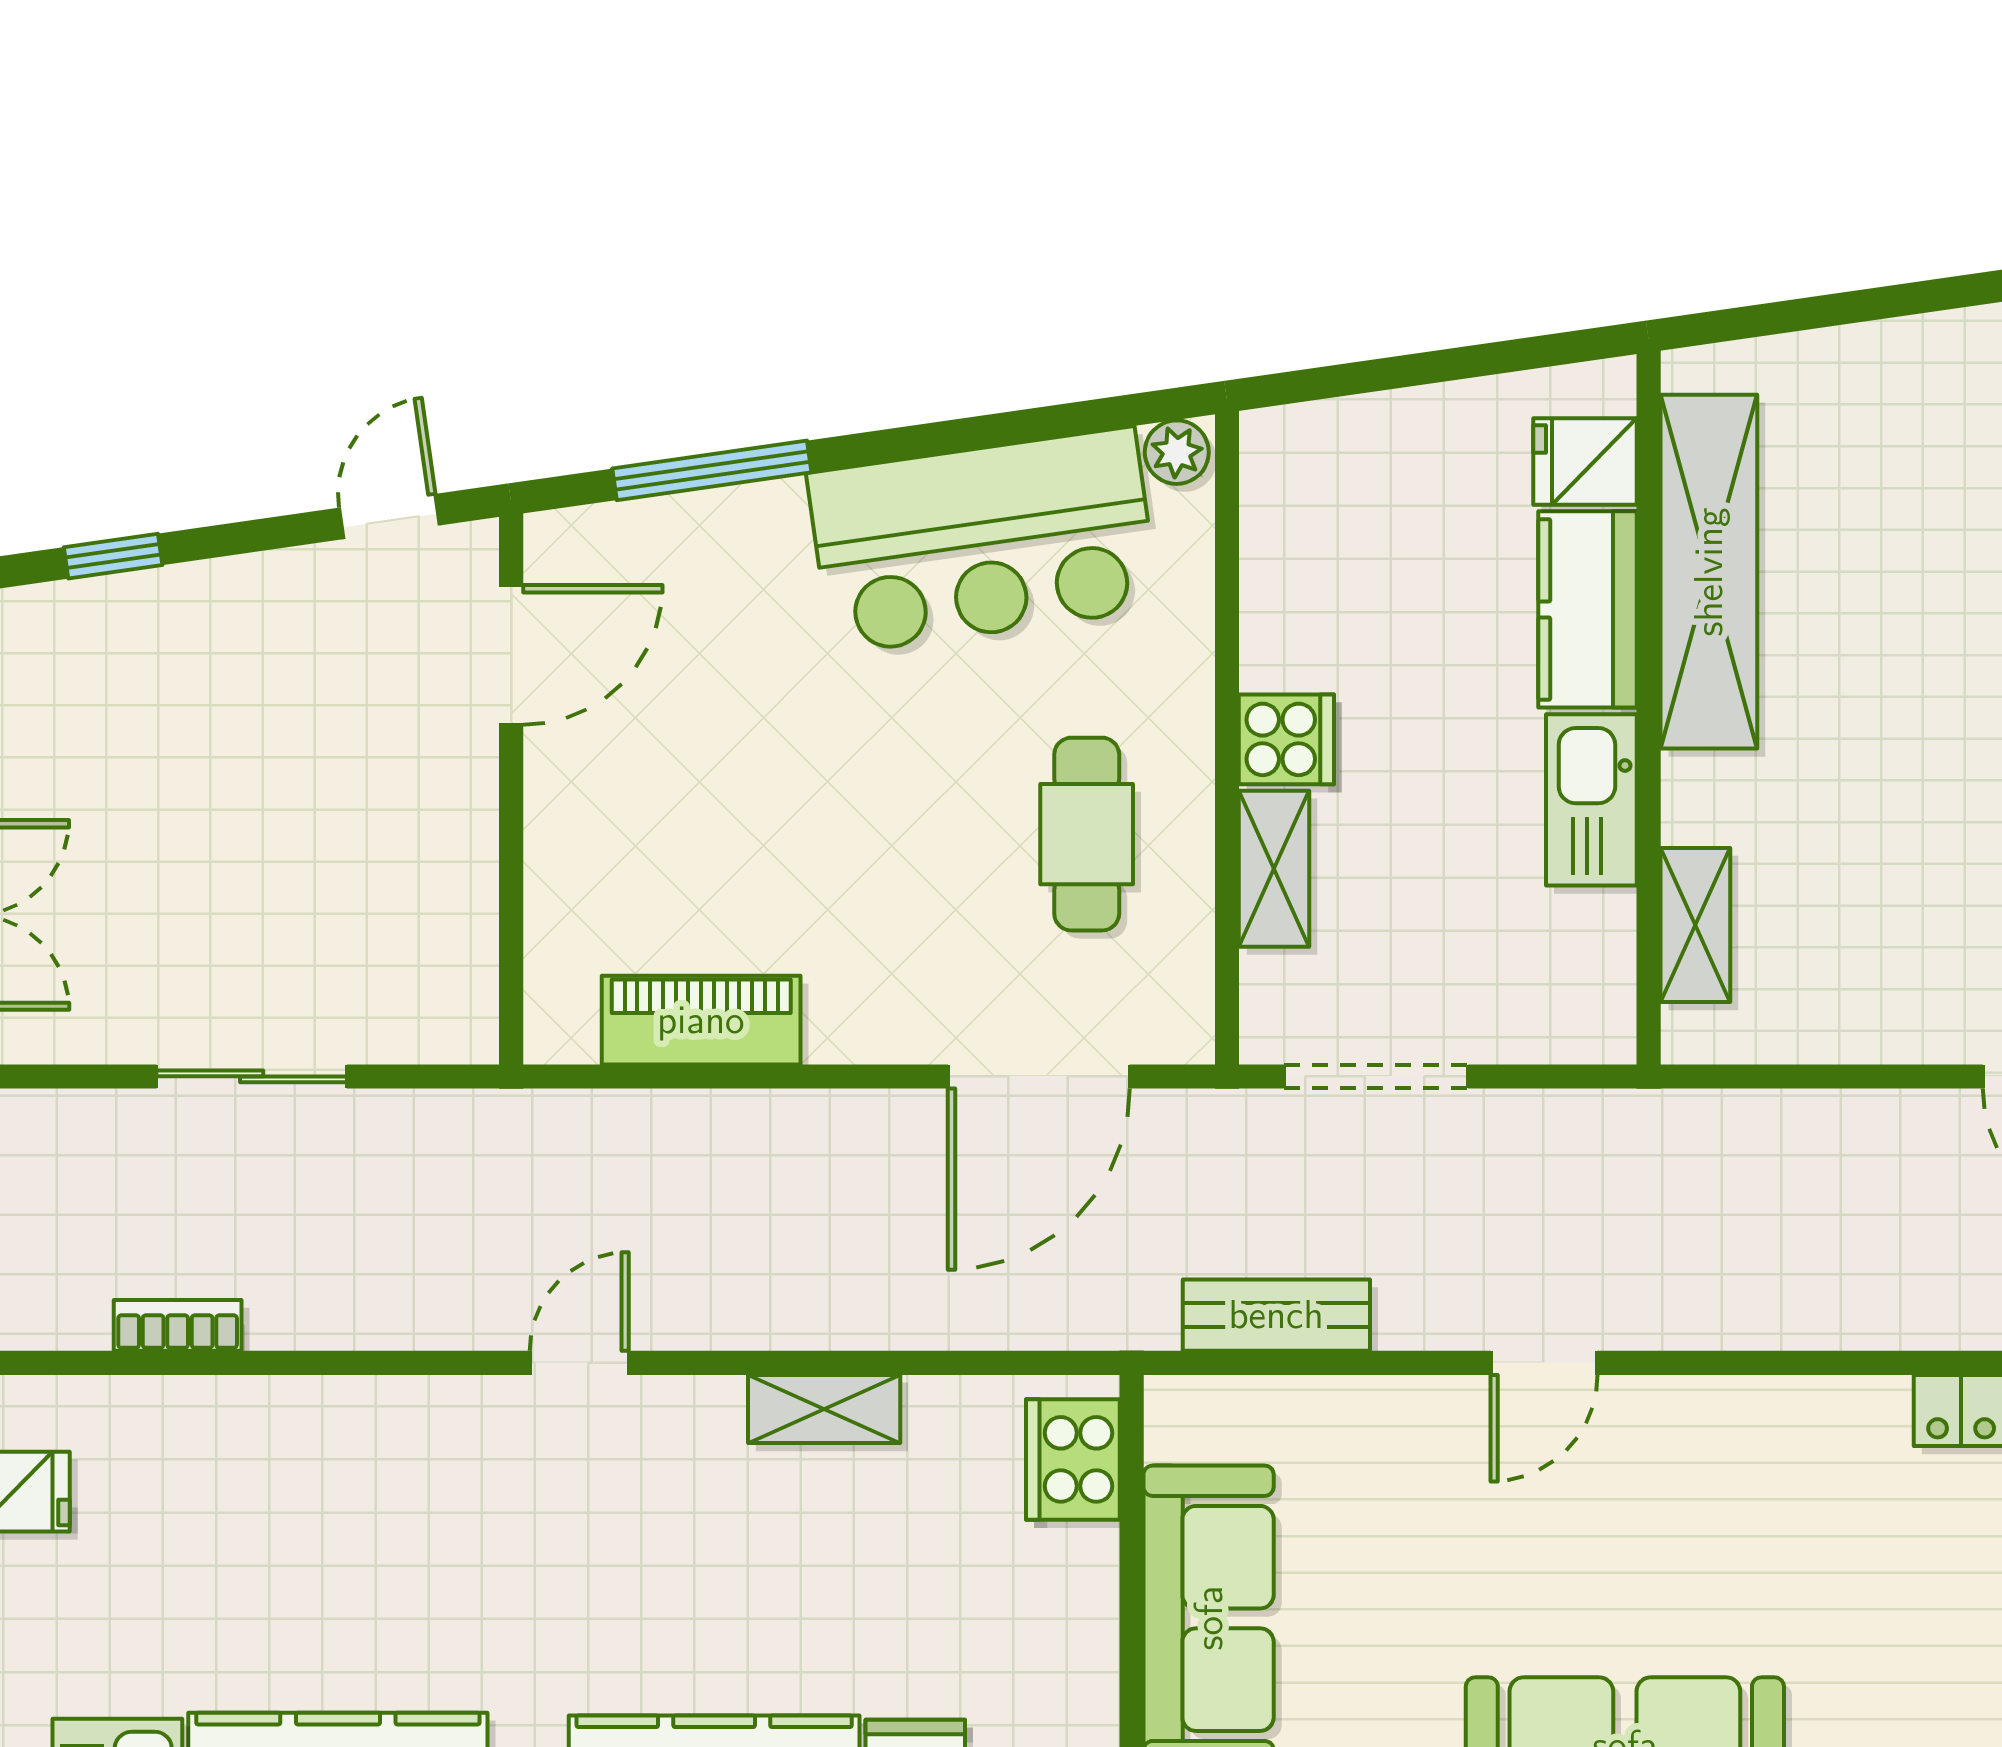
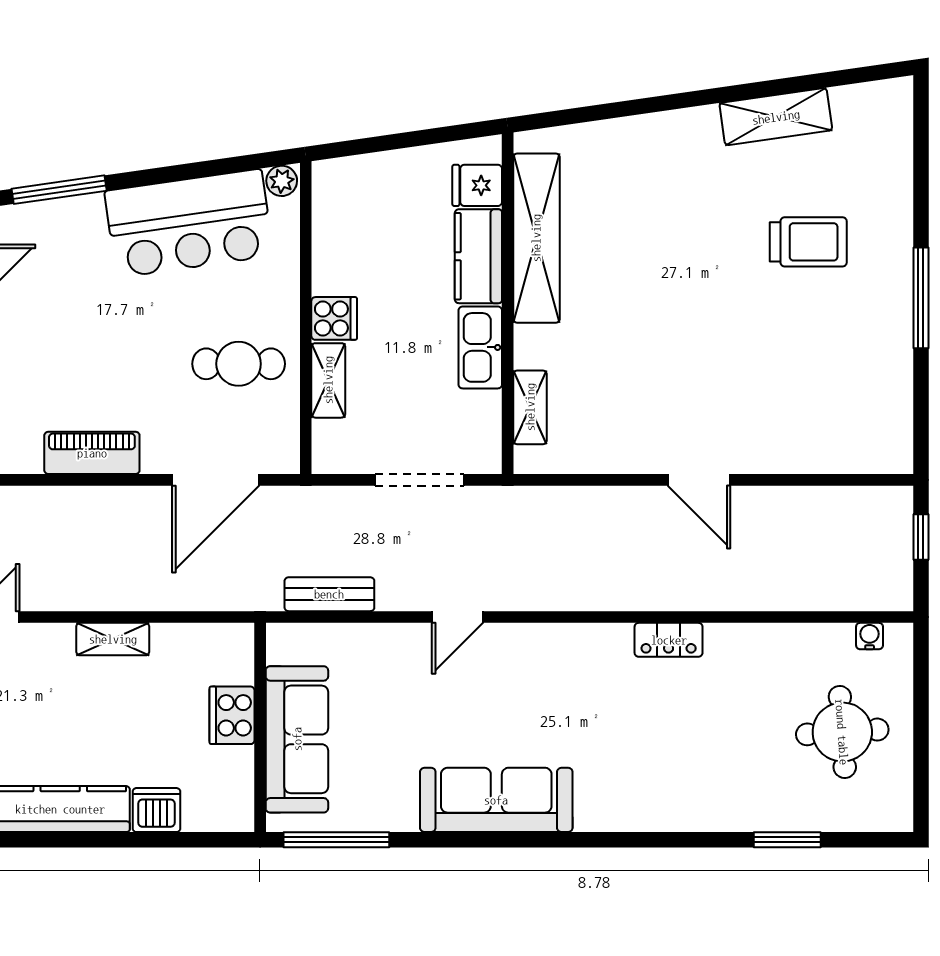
cafe table: (1087, 834) -> (239, 364), turned 90
piano: (701, 1020) -> (92, 453), moved
doorway: (1376, 1076) -> (419, 480), moved
cooker: (1073, 1459) -> (232, 715), moved

